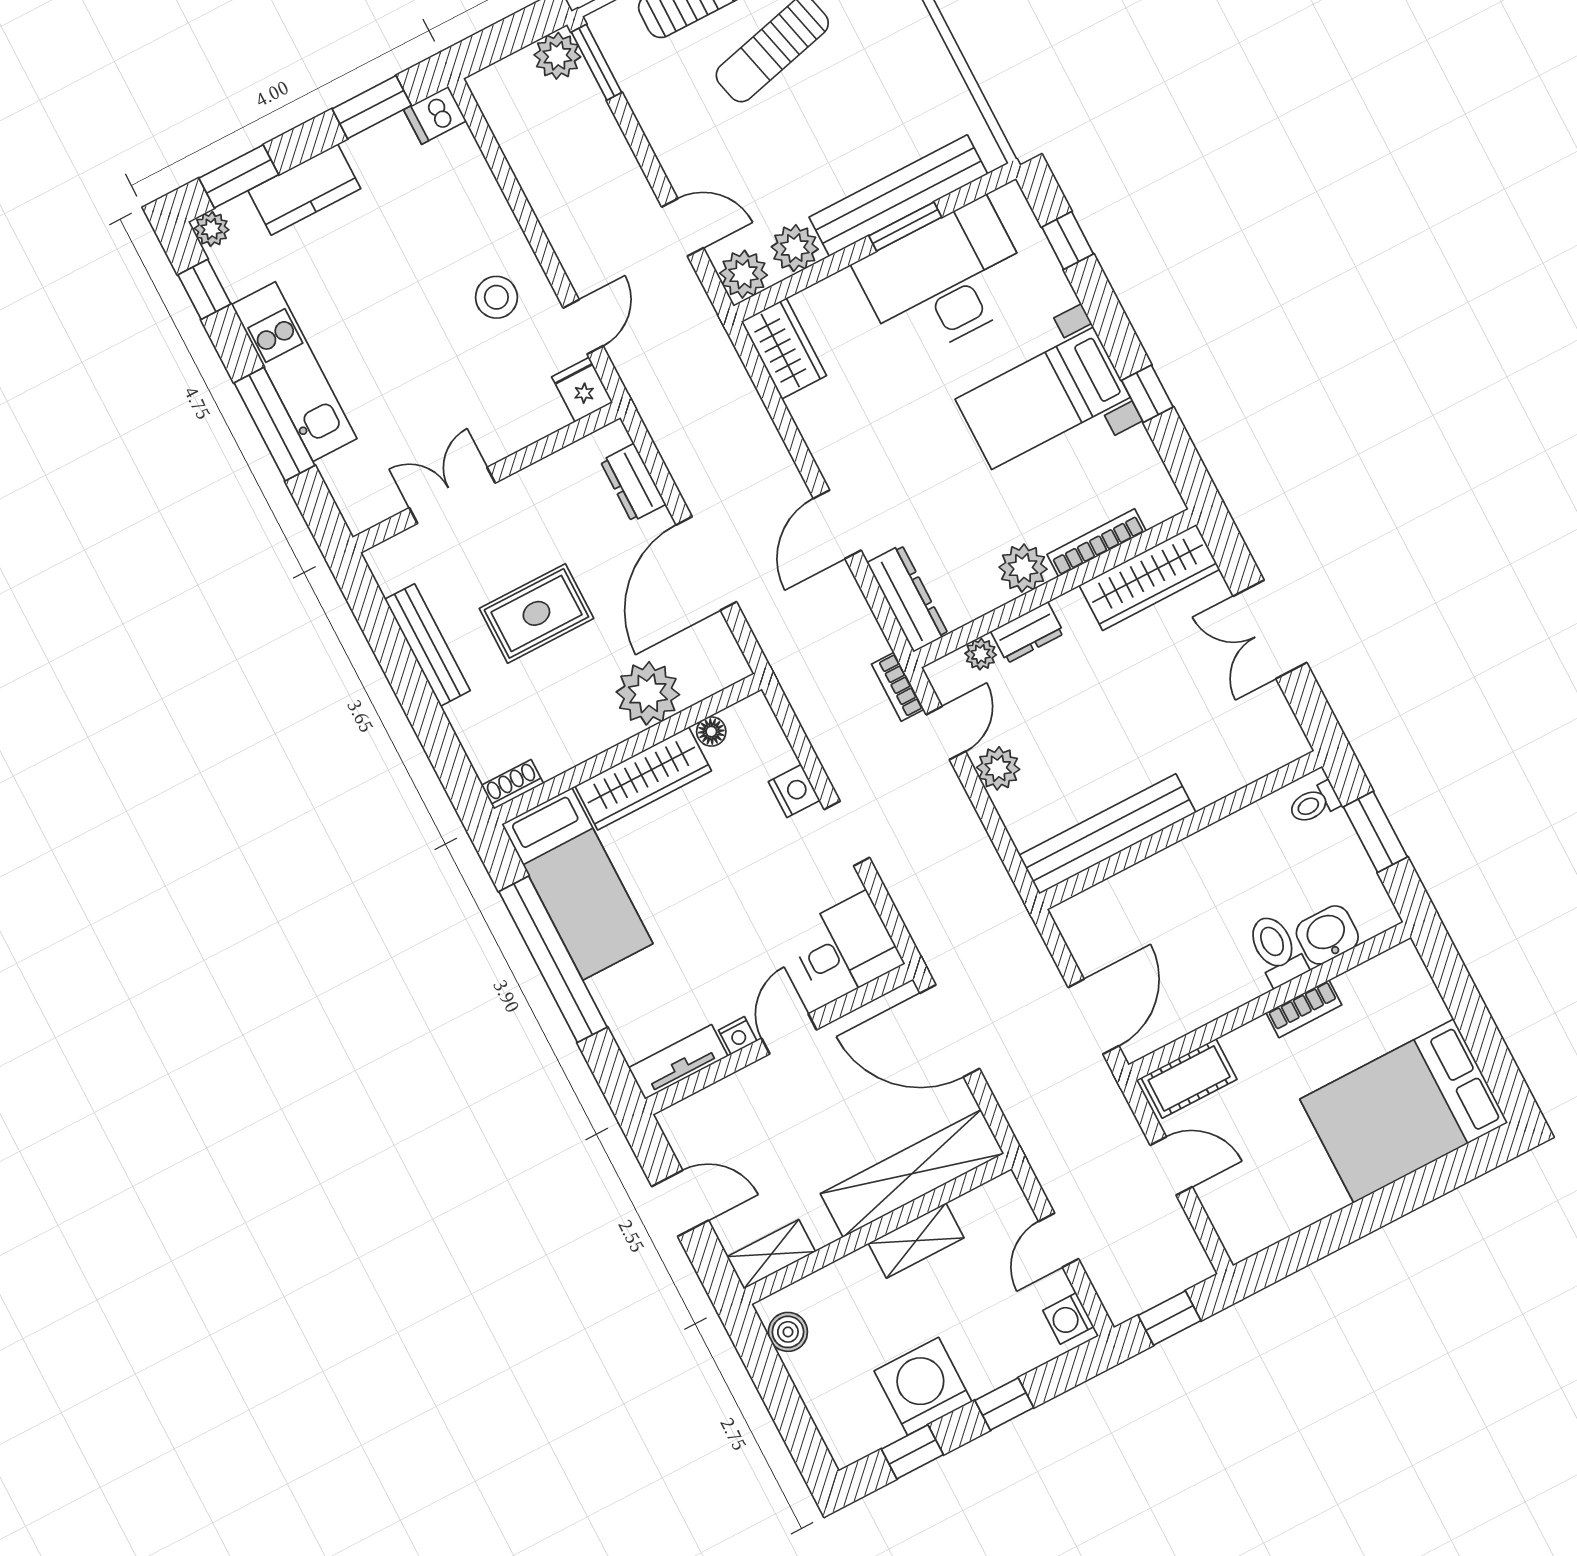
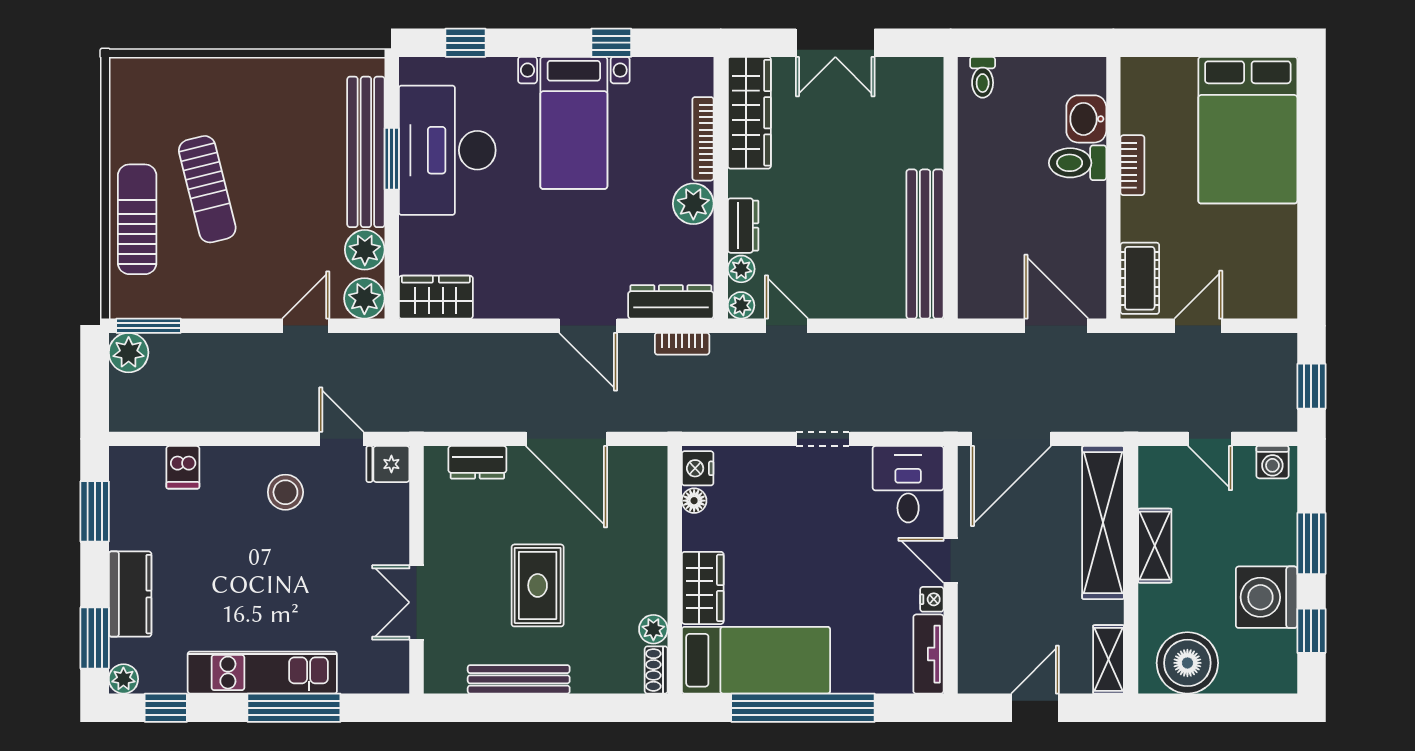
dishwasher: (435, 115) -> (183, 467), moved
bookcase: (898, 687) -> (682, 344), moved
plant: (648, 693) -> (653, 629), moved, width x0.53, depth x0.53
plant: (998, 768) -> (741, 305), moved, width x0.73, depth x0.73
wardrobe: (643, 779) -> (703, 588), width x0.67
nightstand: (794, 791) -> (698, 468), moved, turned -90
window: (1375, 832) -> (1028, 43), removed
boiler: (788, 1332) -> (1187, 663), width x1.86, depth x1.86
window: (1004, 1404) -> (1311, 543), width x1.50

